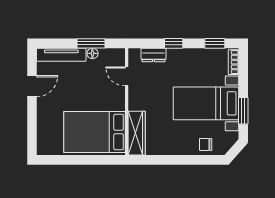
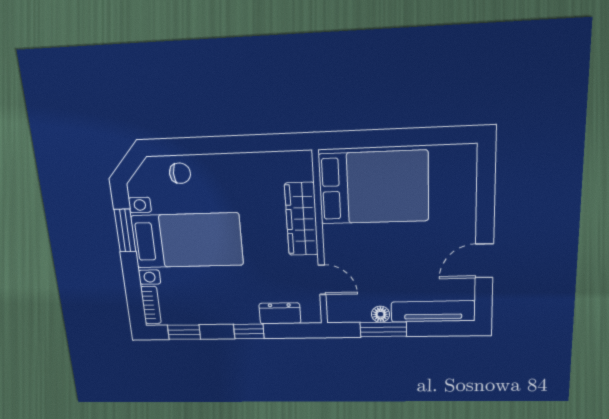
wardrobe: (137, 133) -> (301, 219), moved

